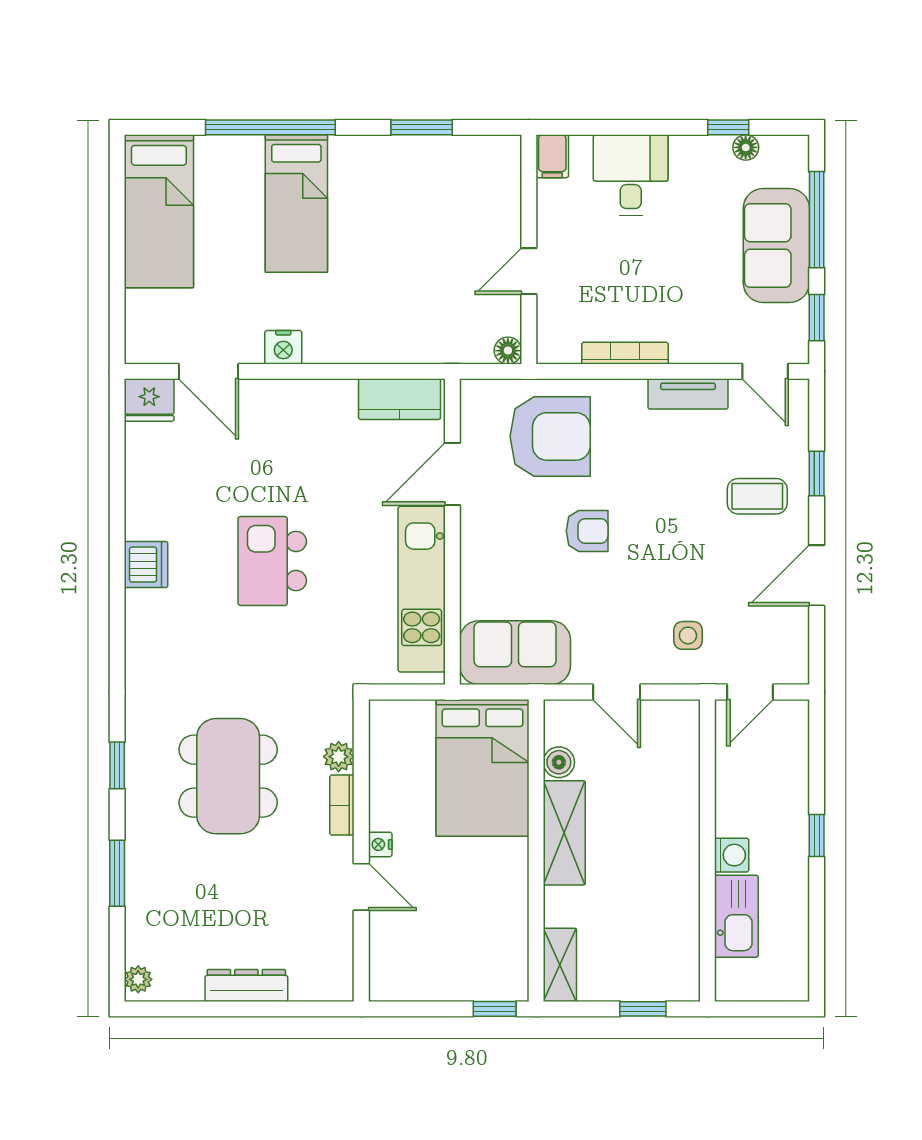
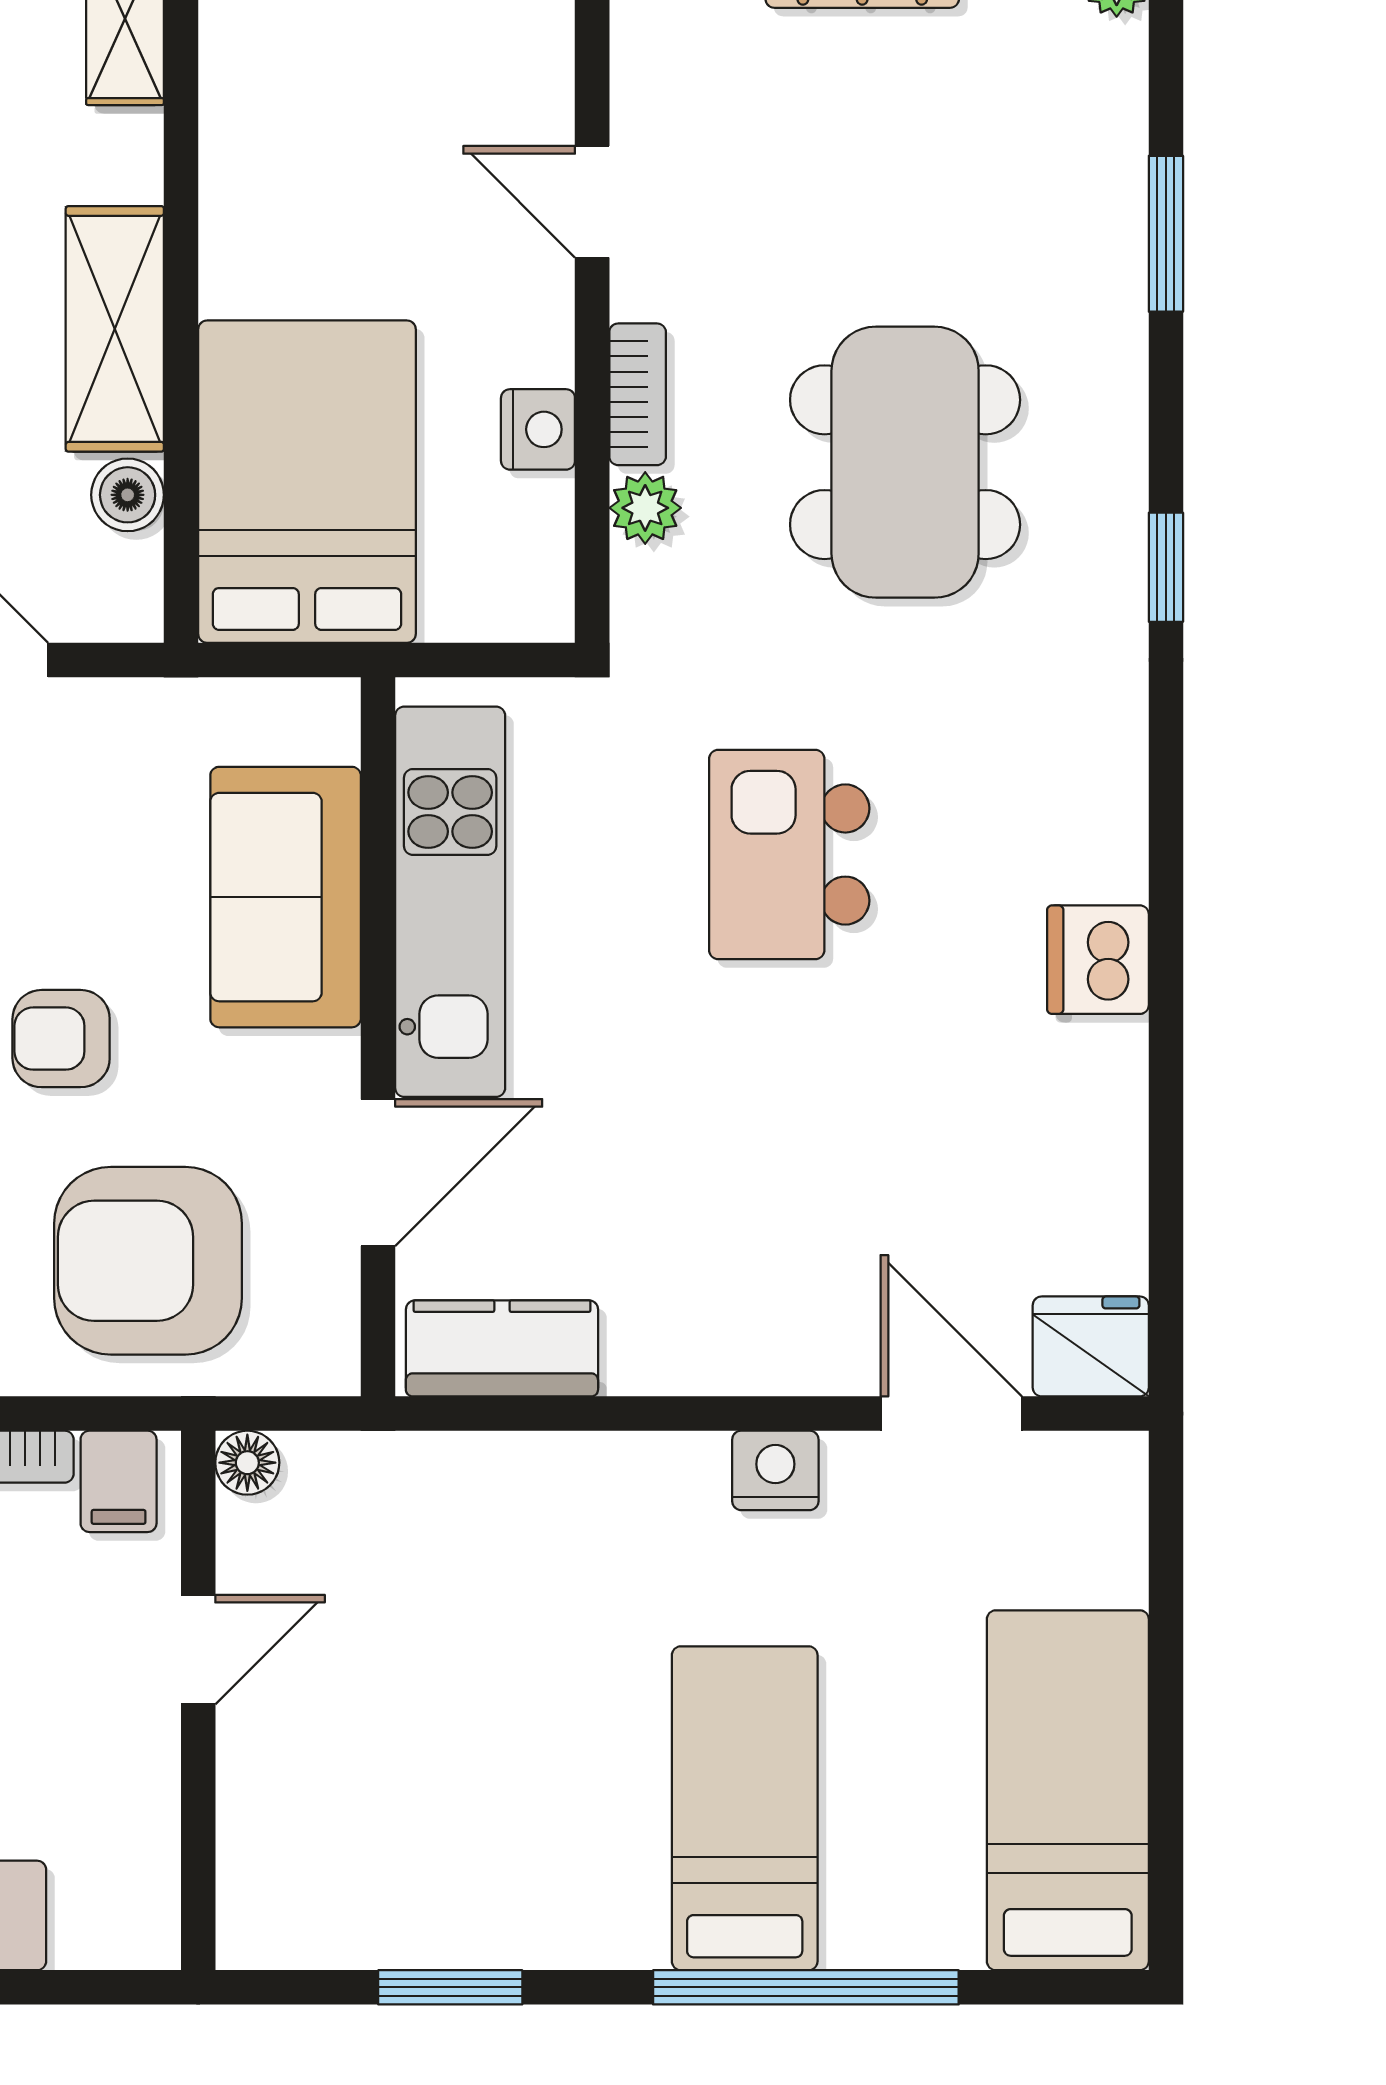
filing cabinet: (552, 156) -> (119, 1481), moved, turned 180
kitchen island: (272, 561) -> (789, 855), moved, turned 180
sofa: (515, 653) -> (286, 897), moved, turned 90
window: (117, 765) -> (1166, 567), moved
nightstand: (380, 844) -> (538, 429), moved, width x1.39, depth x1.35

